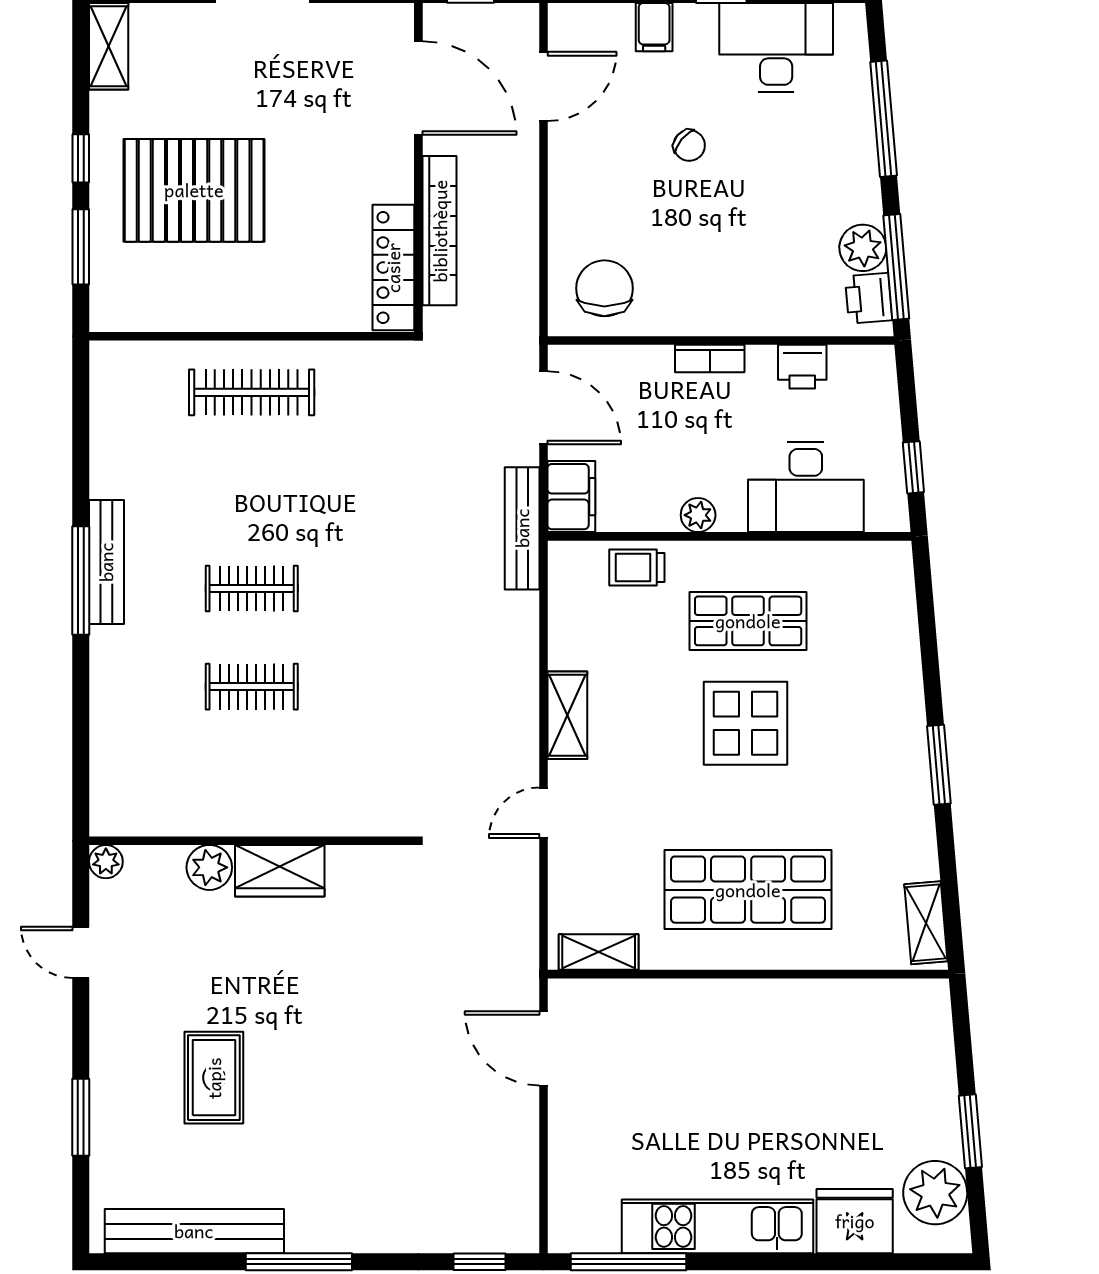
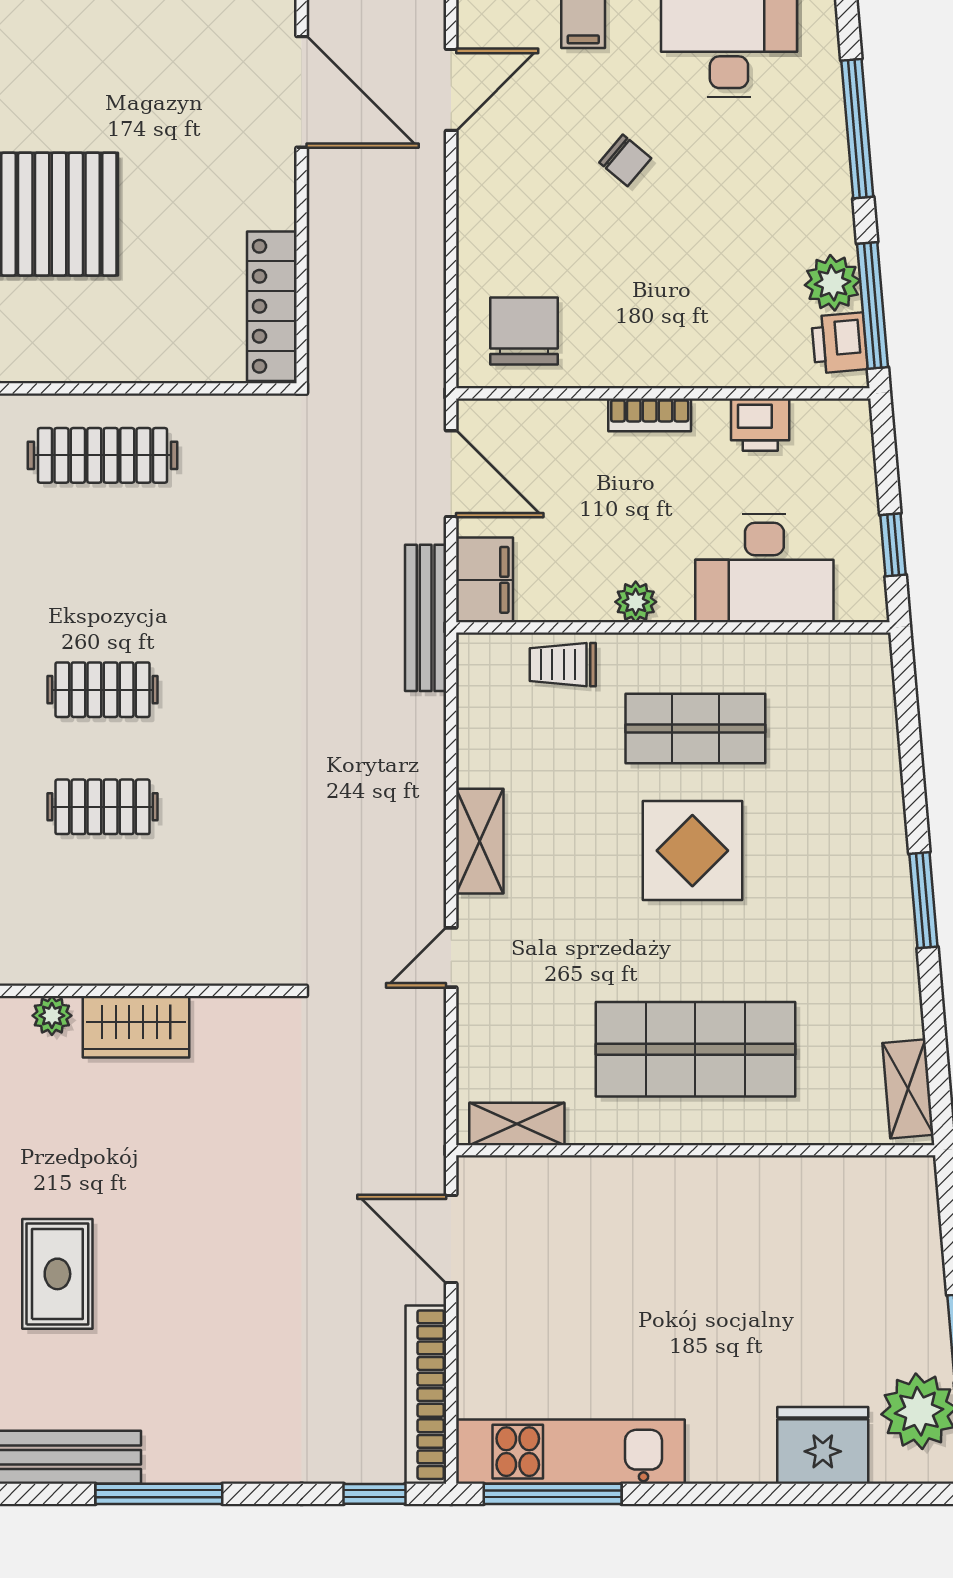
bookcase: (440, 231) -> (426, 1395), moved, turned 180
plant: (209, 867) -> (52, 1016), width x0.73, depth x0.73
kitchen unit: (718, 1226) -> (570, 1452), moved

